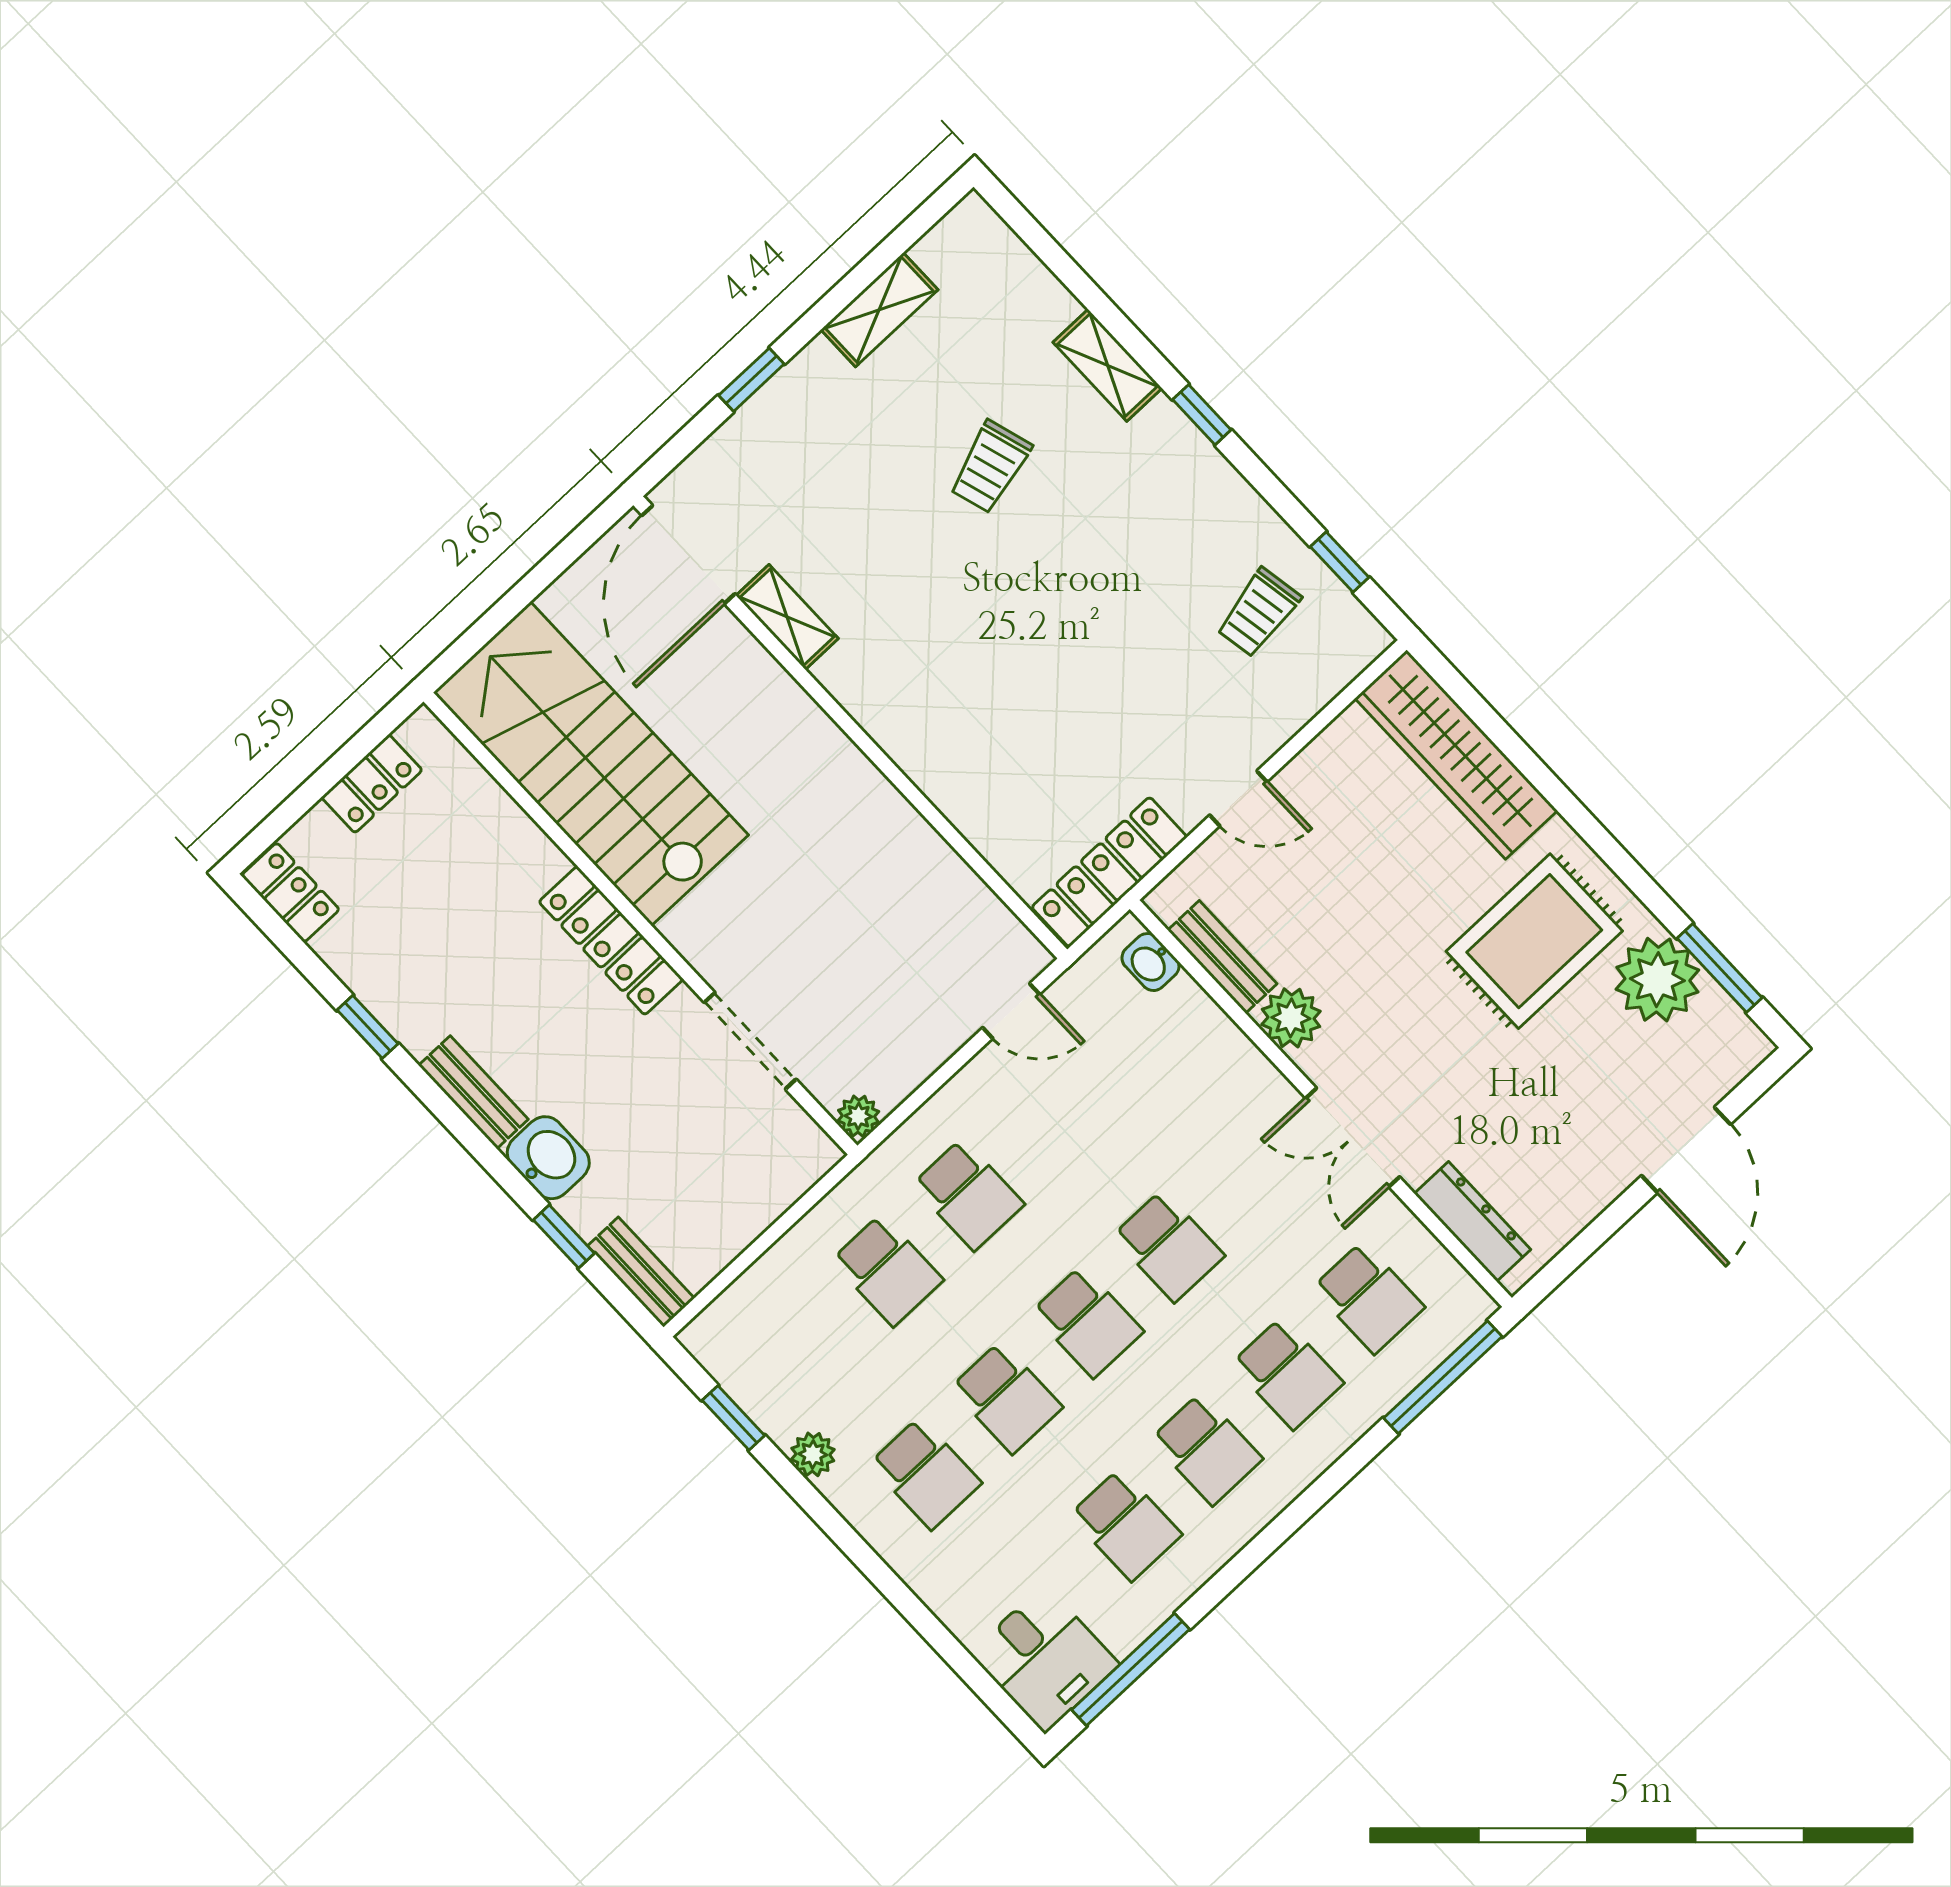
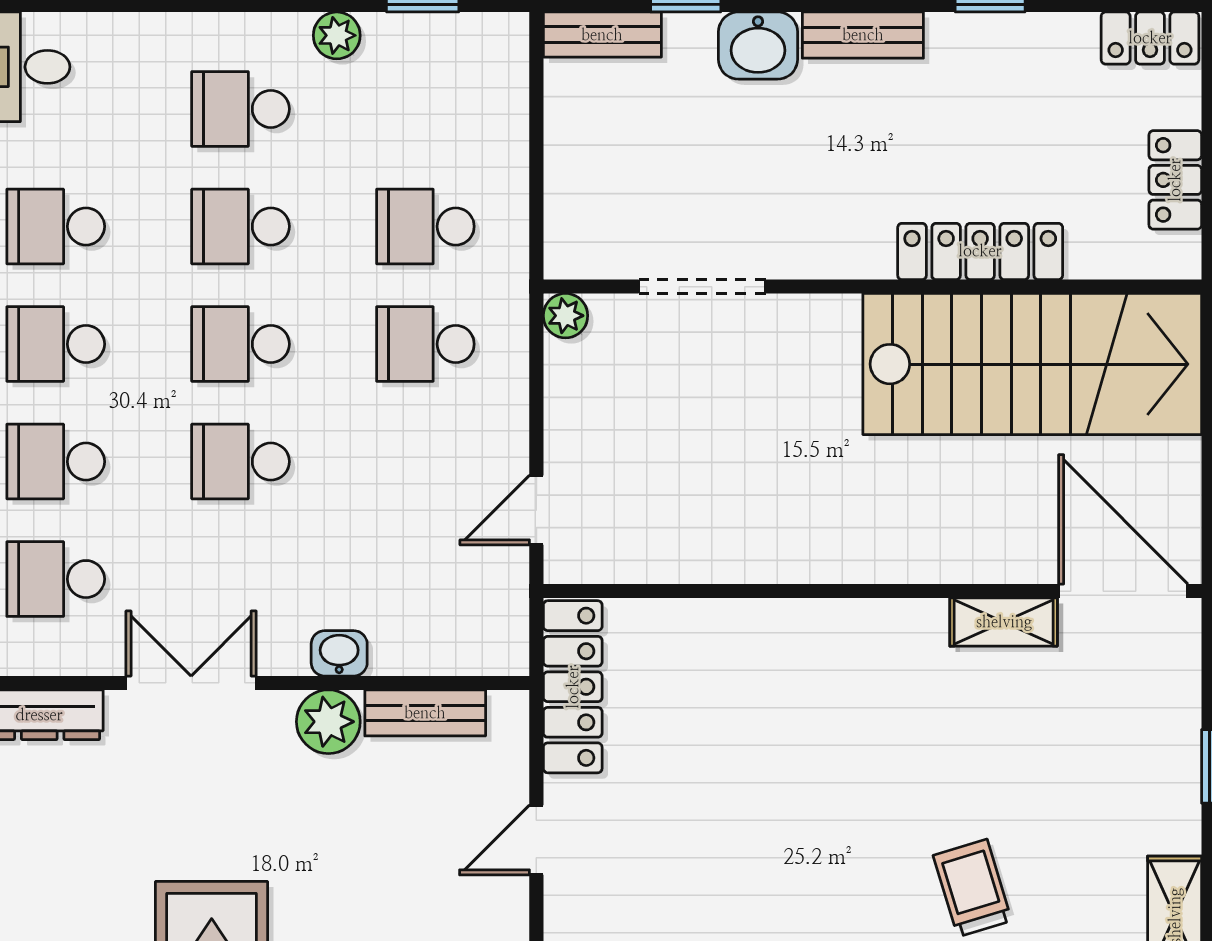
locker: (611, 941) -> (980, 251), moved
washbasin: (1150, 962) -> (339, 653), moved

